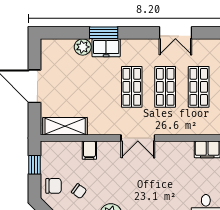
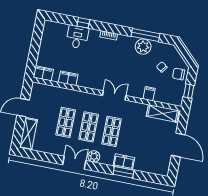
plant: (83, 47) -> (94, 156), moved

